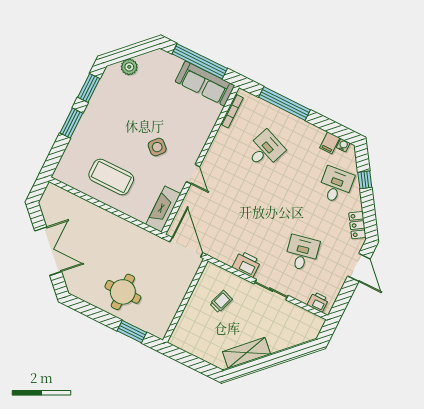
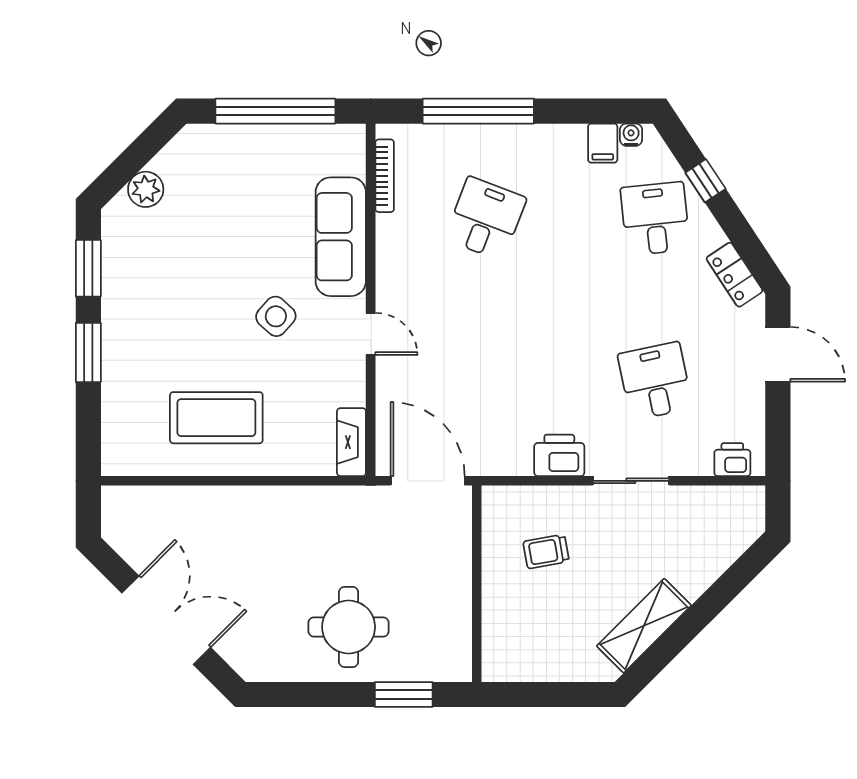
sofa: (205, 83) -> (341, 237), moved, turned 90
fireplace: (163, 209) -> (351, 442), width x0.73, depth x0.76
trolley: (221, 302) -> (546, 552), turned -119

